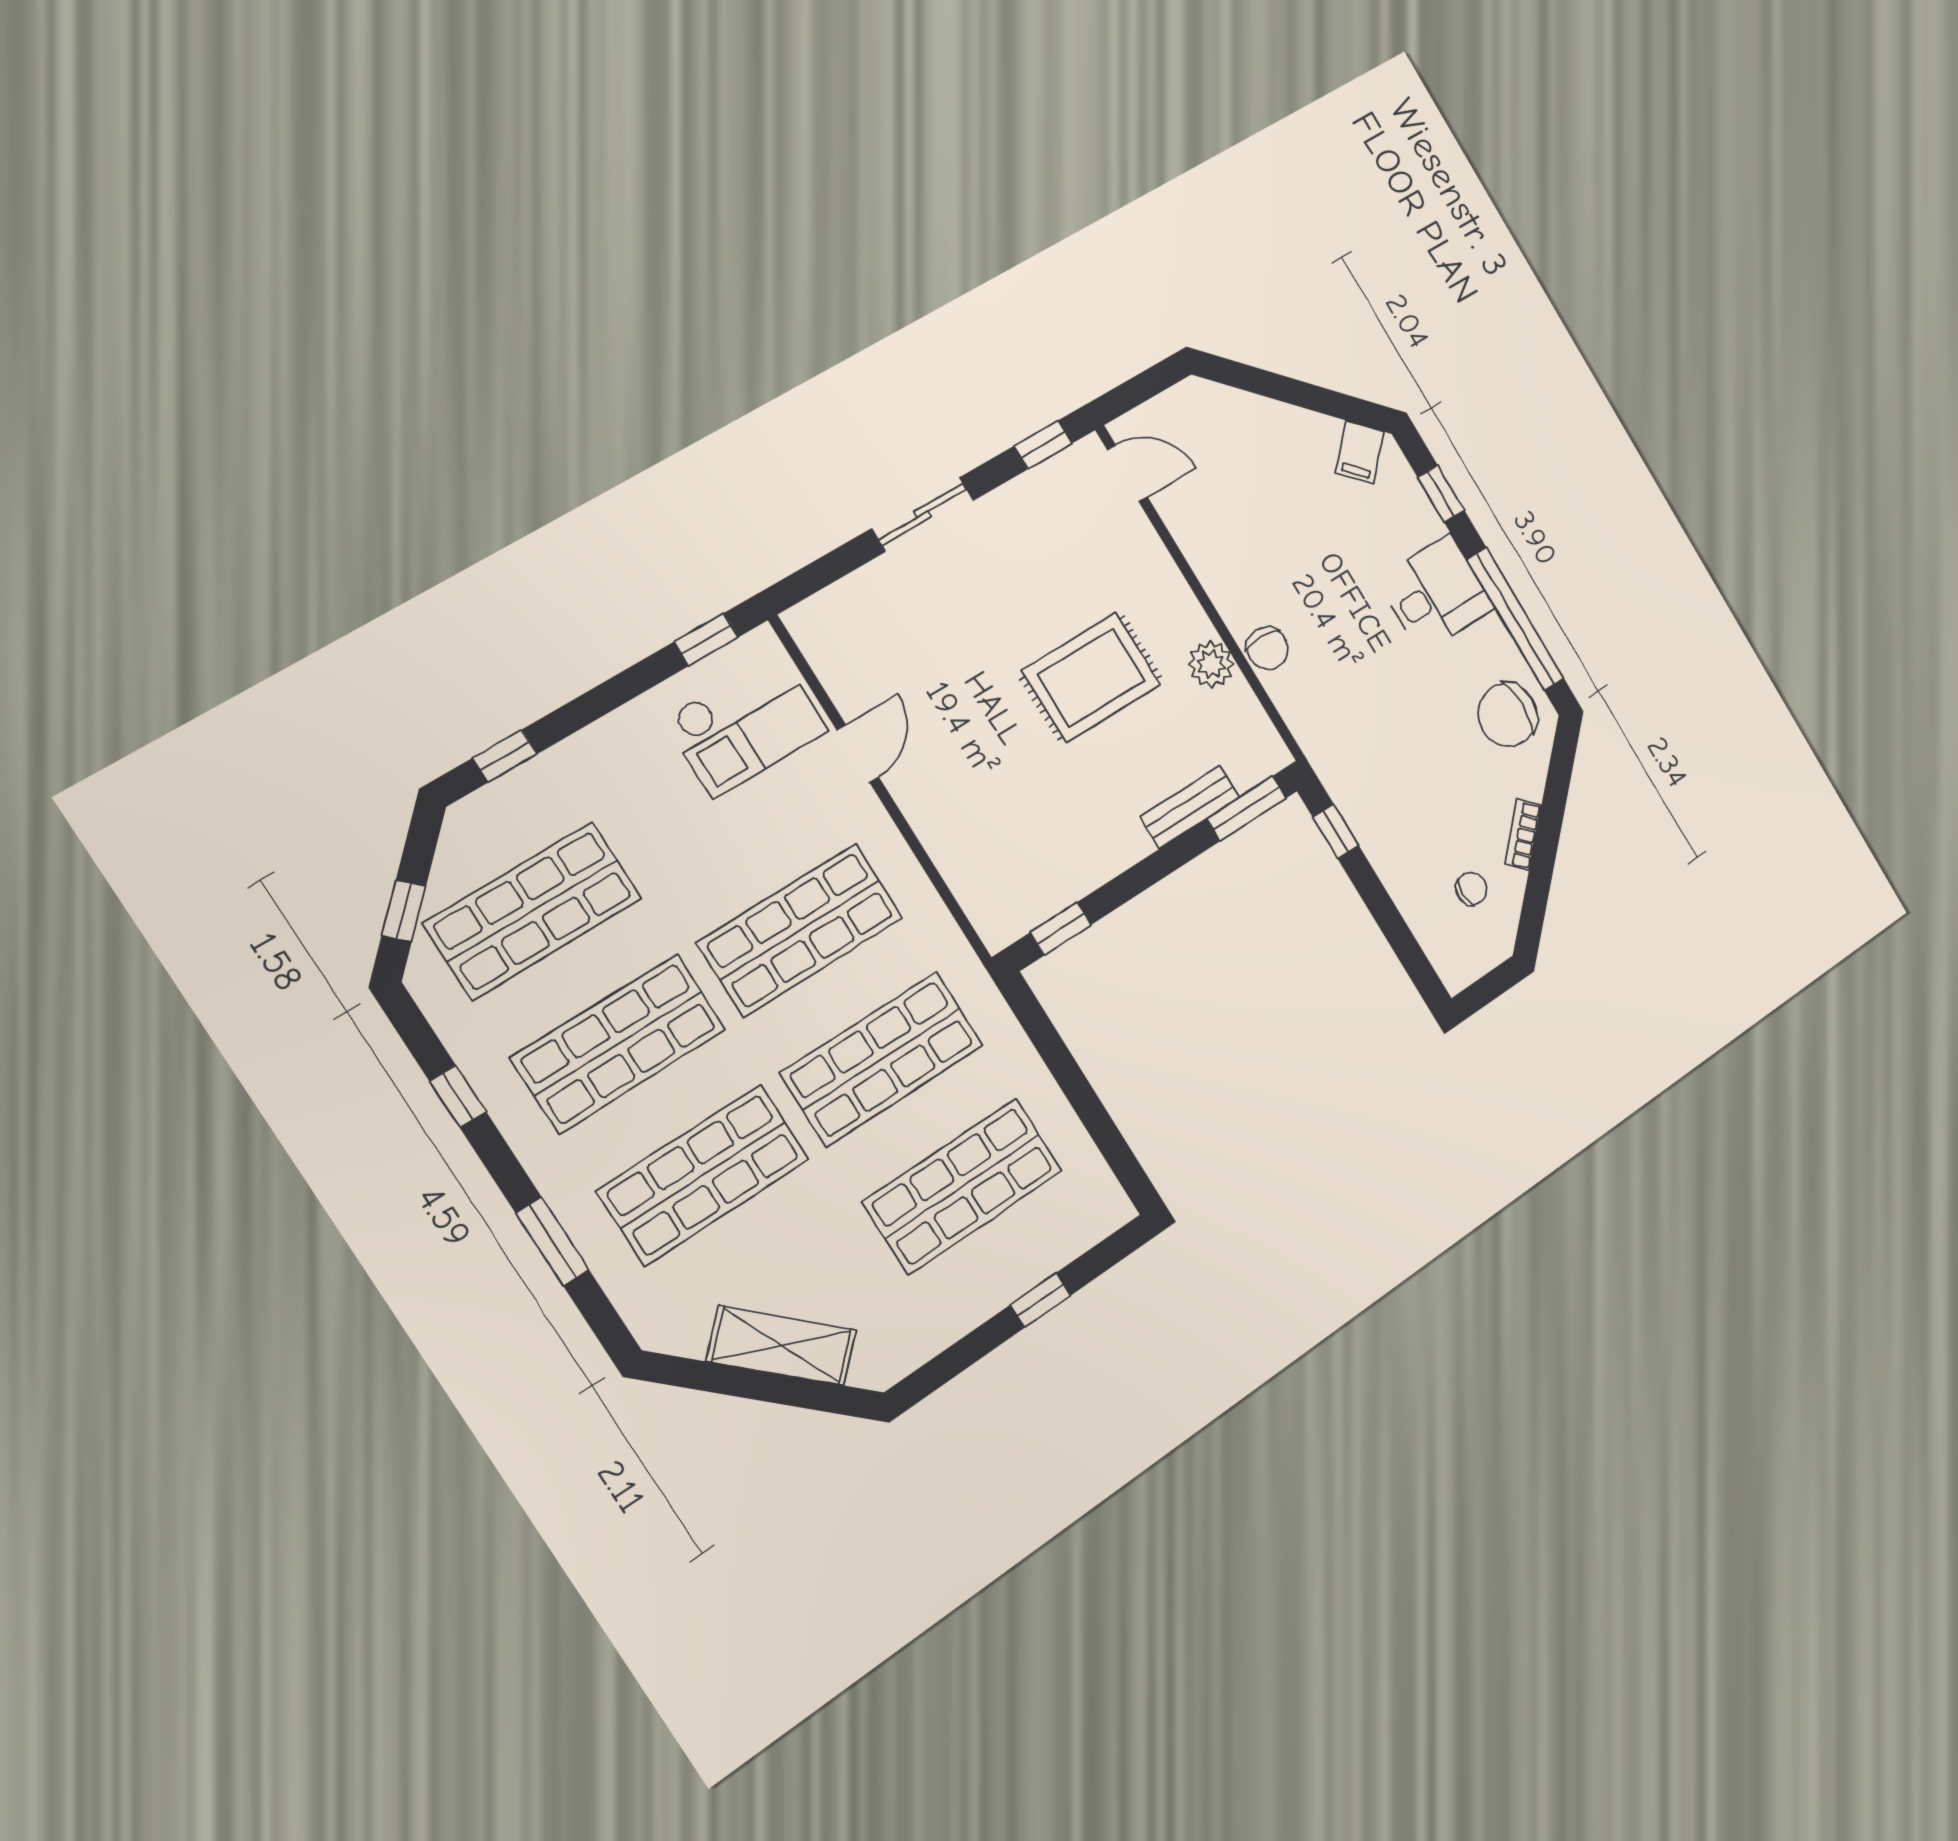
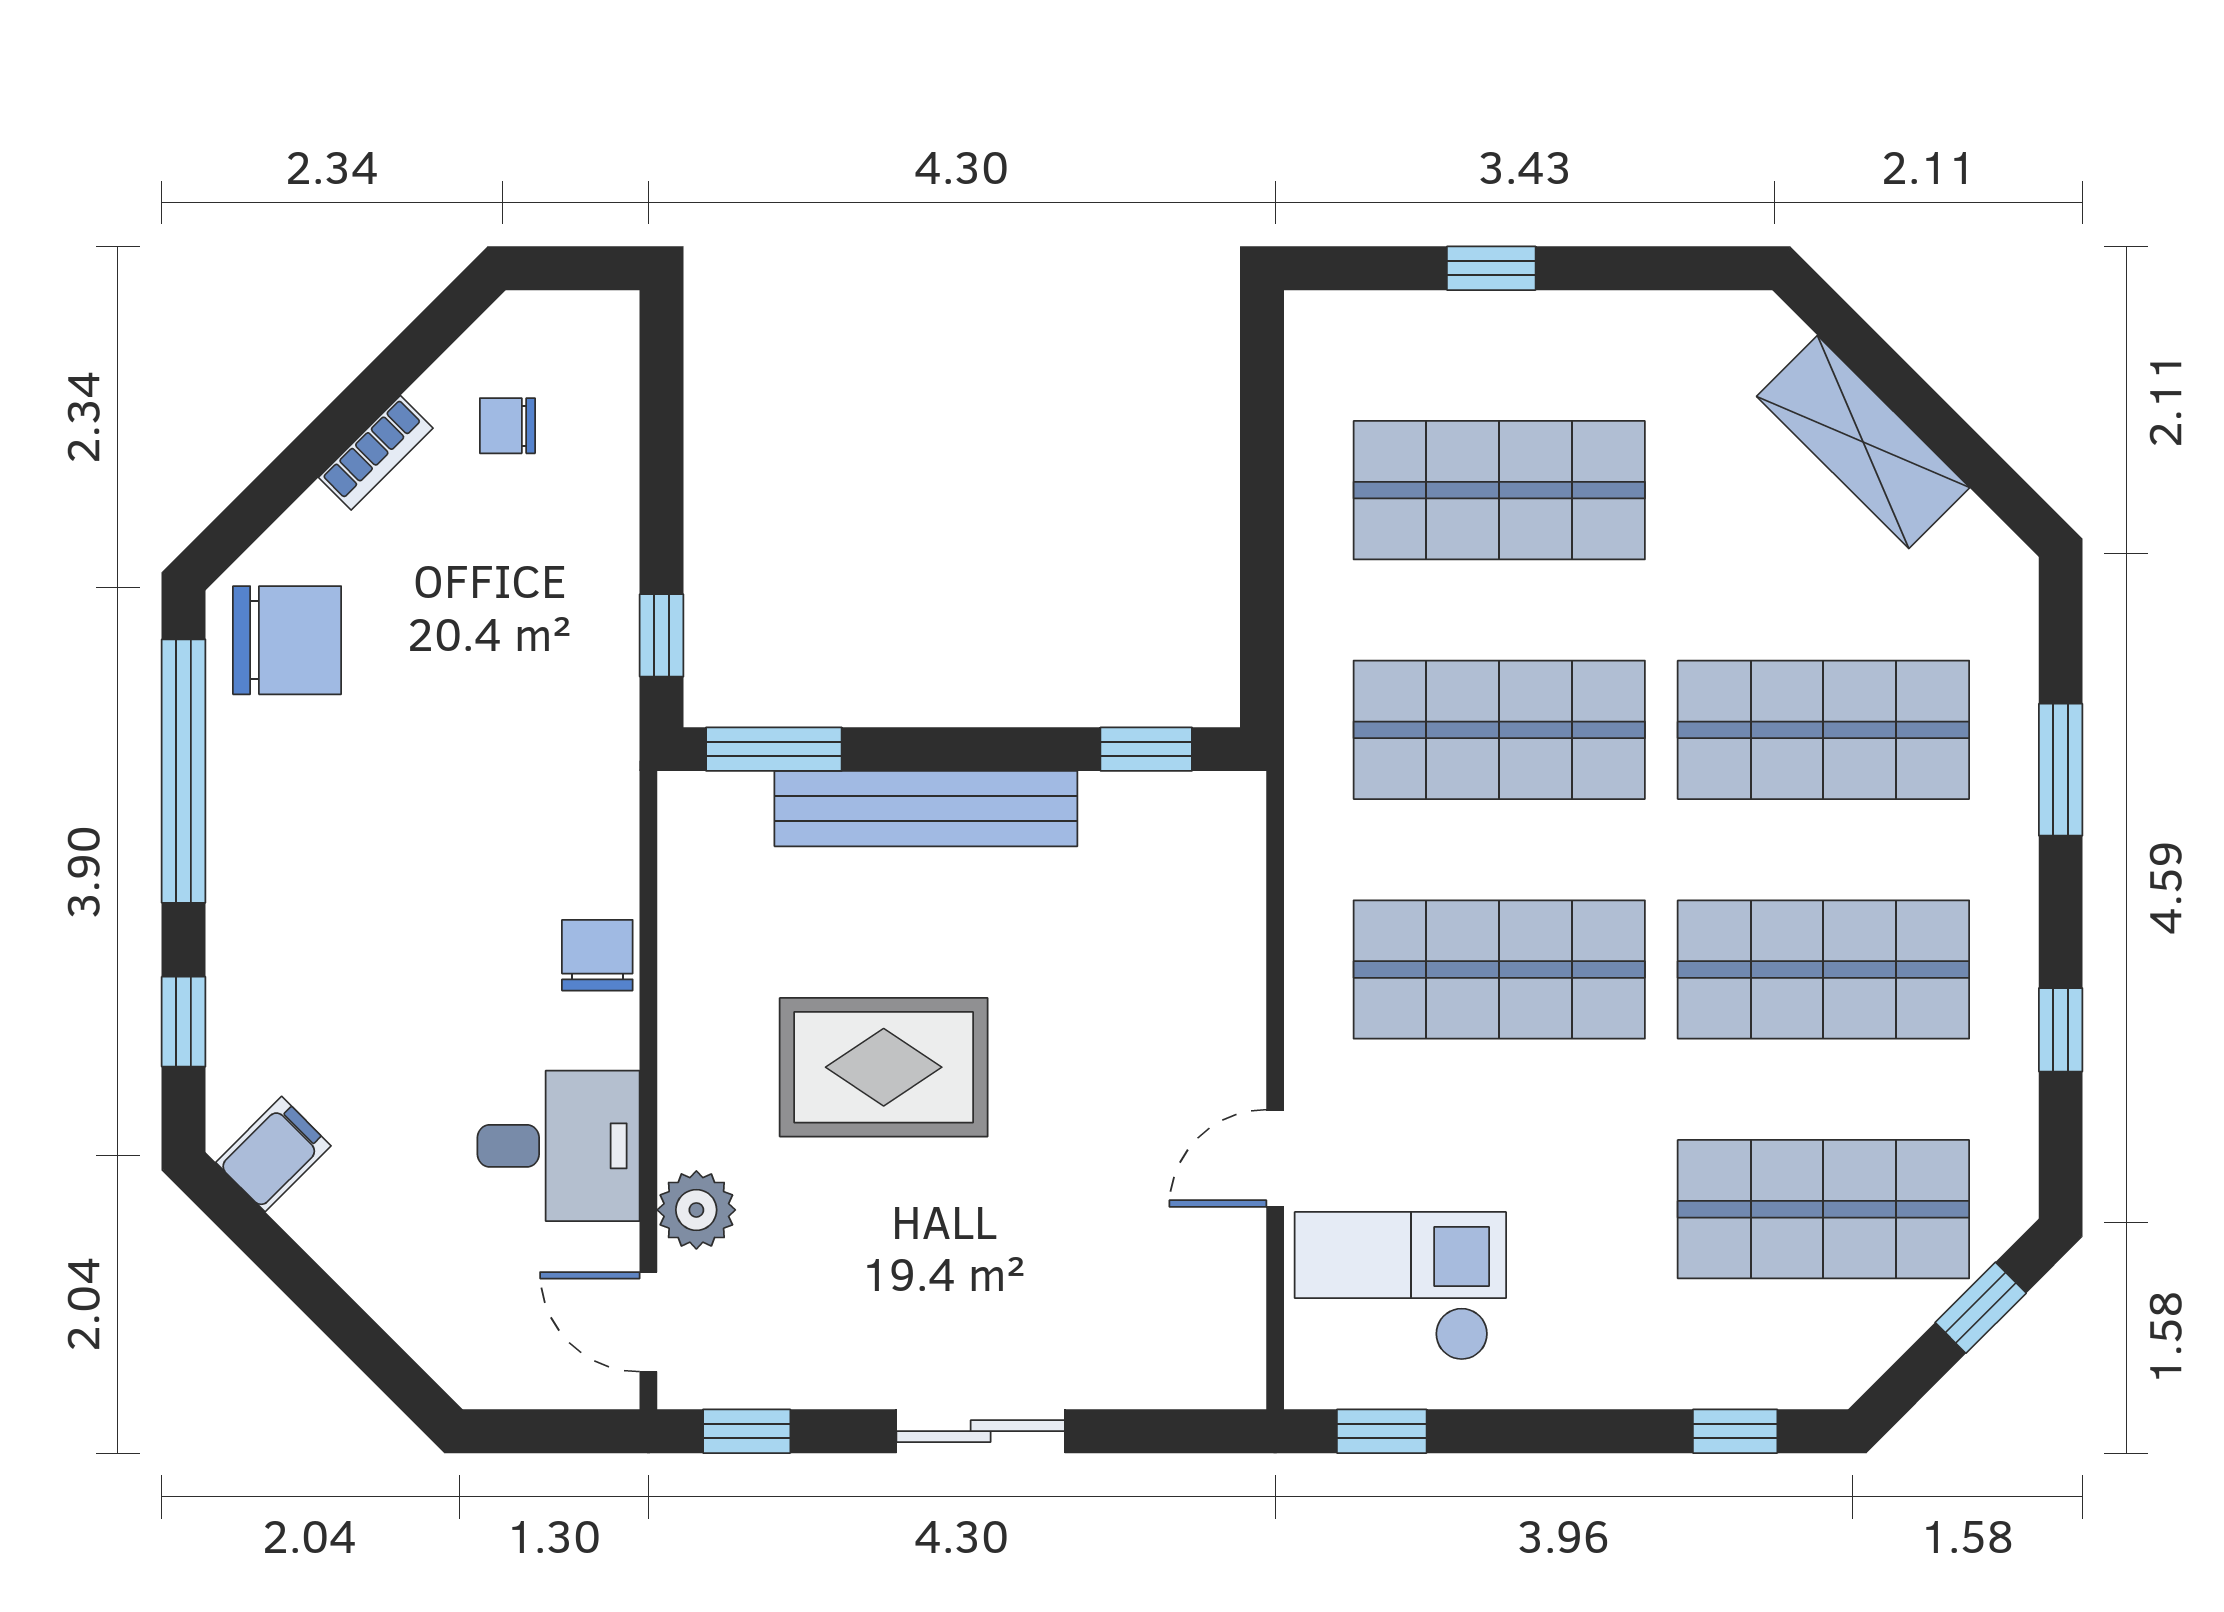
desk: (1436, 594) -> (559, 1146), moved, turned 180
plant: (1211, 664) -> (696, 1210), moved
bench: (1190, 807) -> (926, 809), width x1.86, depth x1.21

